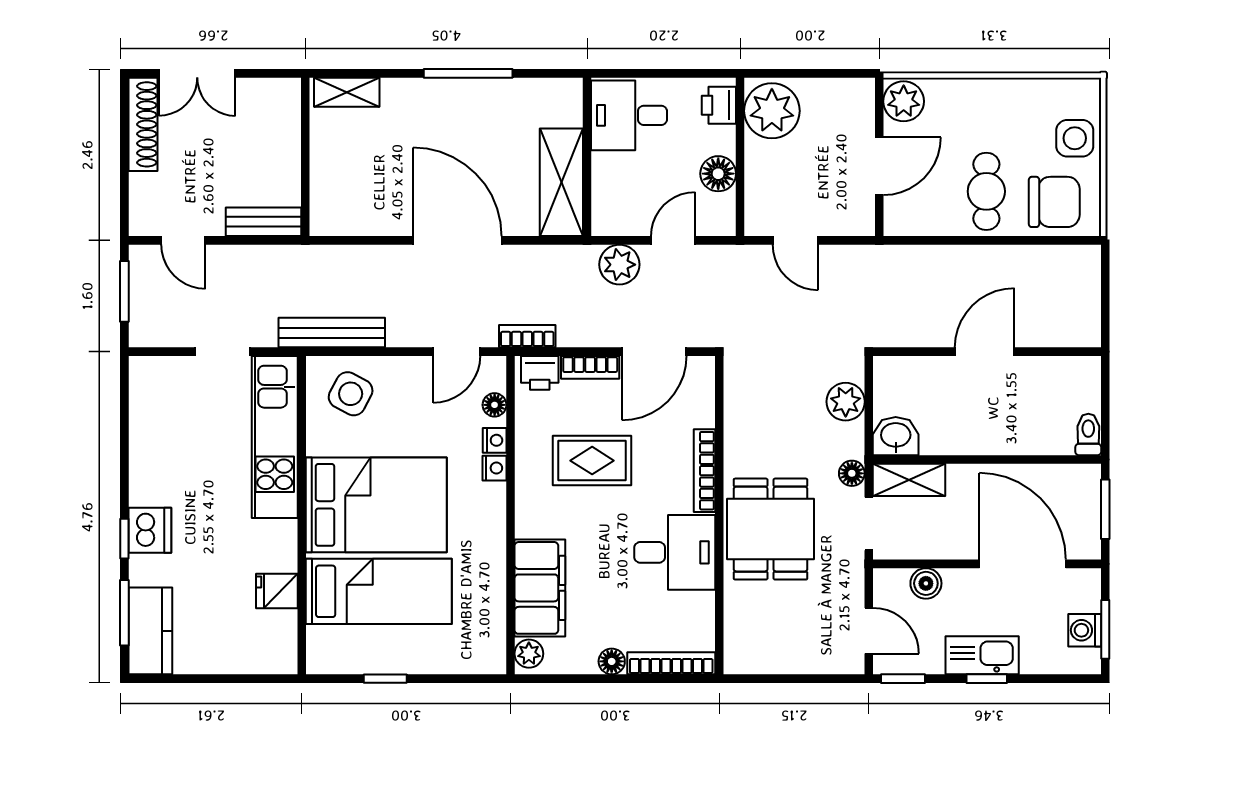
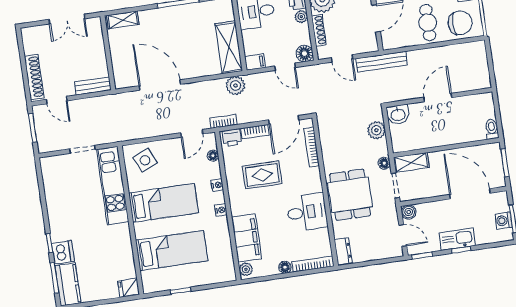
double door: (197, 73) -> (67, 19), moved
shoe rack: (143, 124) -> (34, 77), moved
plant: (723, 140) -> (301, 17), added
floor lamp: (718, 174) -> (305, 53), moved
shoe rack: (755, 174) -> (319, 30), added
filing cabinet: (611, 221) -> (255, 62), added
door: (457, 240) -> (160, 85), moved
door: (673, 240) -> (285, 67), swing flipped
plant: (619, 265) -> (236, 85), moved
bench: (332, 333) -> (382, 62), moved
side table: (351, 394) -> (145, 160), turned 38
washbasin: (896, 436) -> (398, 114), moved, turned 180
nightstand: (495, 440) -> (221, 210), moved
bookcase: (704, 471) -> (312, 147), moved
bed: (376, 505) -> (164, 203), width x0.67
dishwasher: (150, 530) -> (63, 252), moved
boiler: (926, 583) -> (409, 212), moved
fridge: (277, 591) -> (129, 288), moved
dresser: (739, 646) -> (343, 251), added

